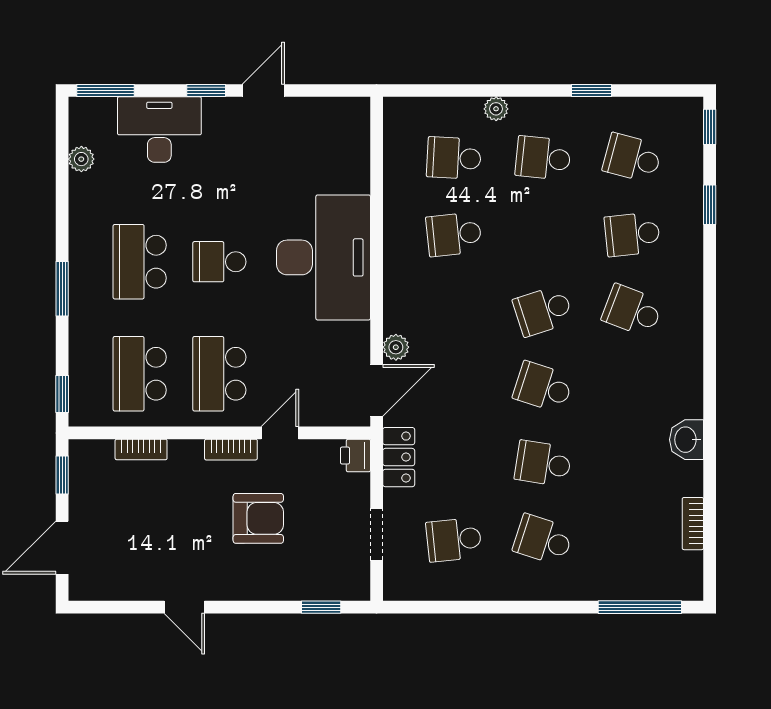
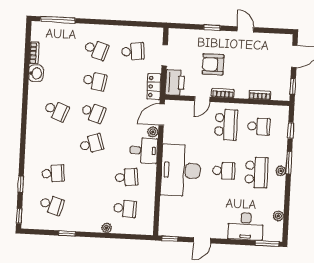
window: (206, 91) -> (170, 239), moved
school desk: (543, 158) -> (88, 207), removed
plant: (81, 268) -> (281, 171), added
desk: (416, 301) -> (144, 150), added
school desk: (632, 311) -> (56, 111), moved
school desk: (140, 374) -> (259, 126), width x0.54
window: (62, 394) -> (291, 131), moved
washbasin: (686, 440) -> (36, 73), moved
printer: (355, 456) -> (175, 82), width x1.87, depth x1.48
window: (321, 607) -> (212, 28), moved

